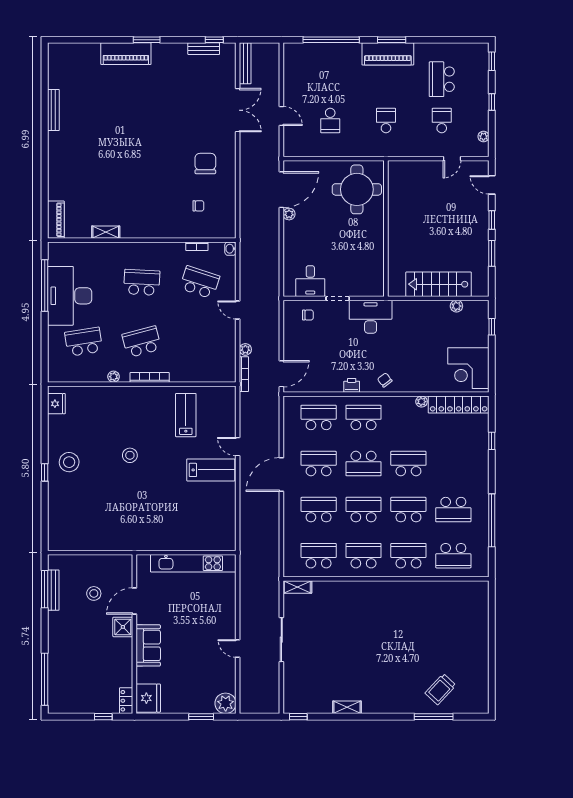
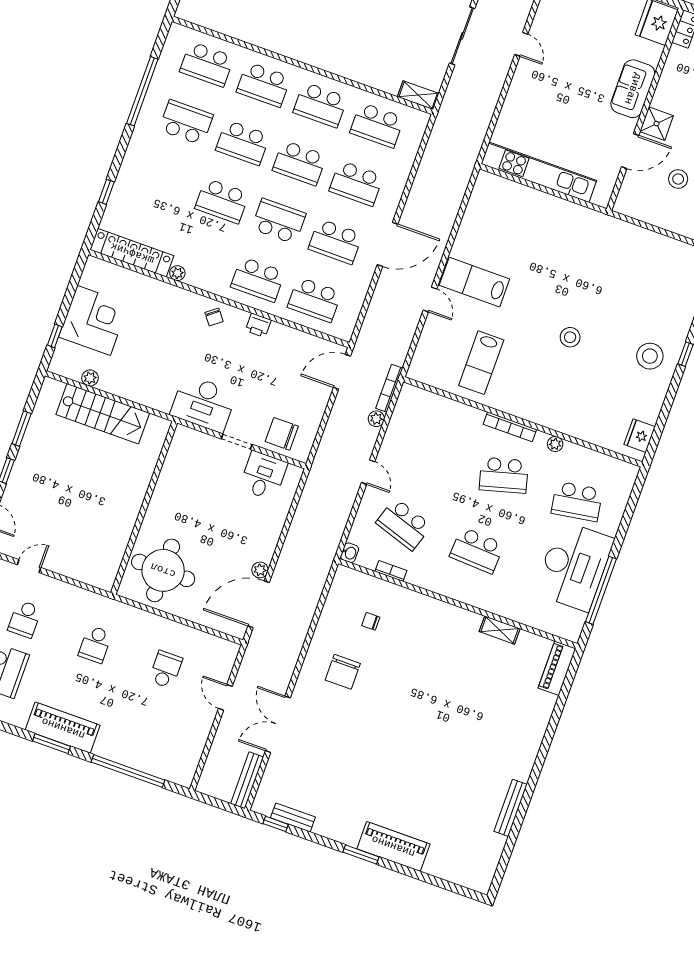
chair: (308, 315) -> (282, 434), width x1.87, depth x1.87
corner desk: (468, 368) -> (94, 320), moved
school desk: (453, 556) -> (207, 64), turned 180

